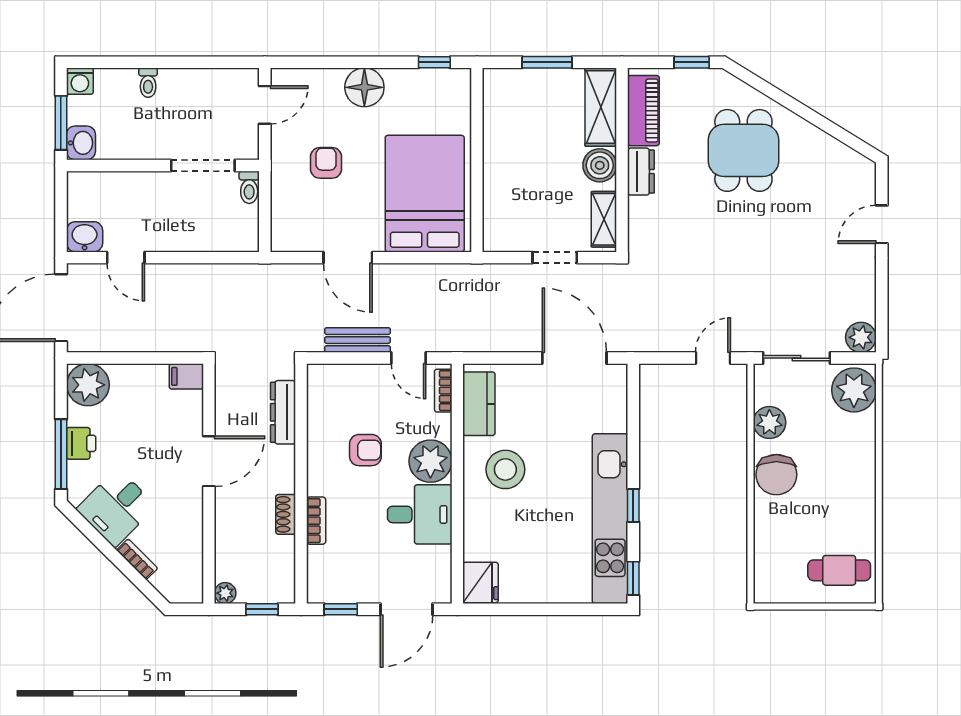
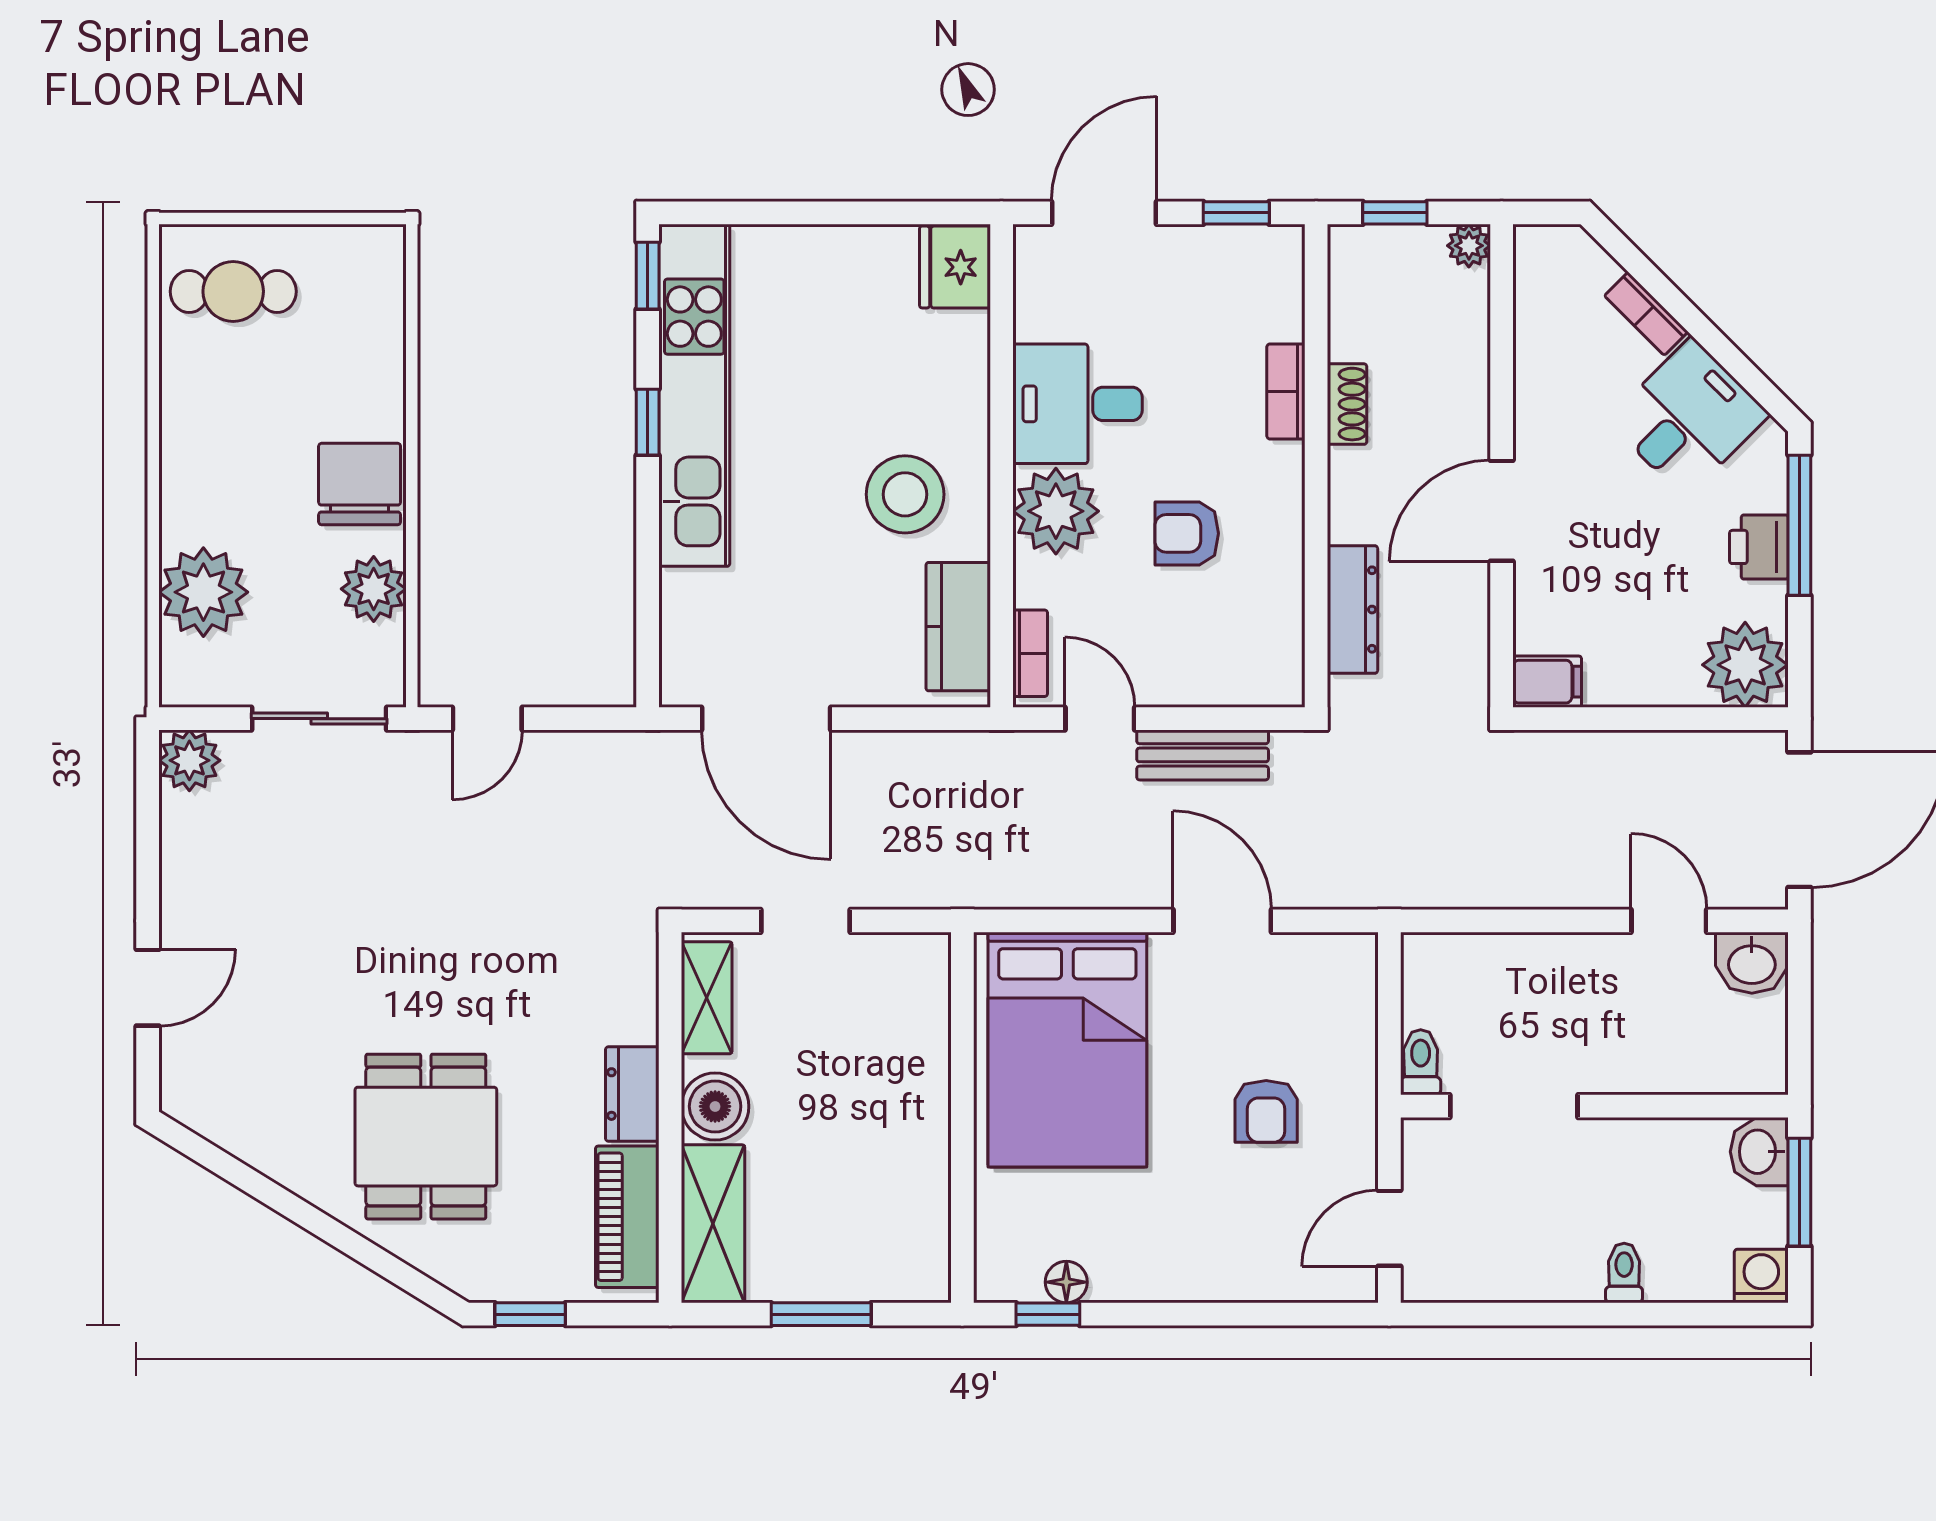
floor lamp: (364, 87) -> (1066, 1282), moved, width x0.53, depth x0.53
plant: (854, 390) -> (203, 592), moved

